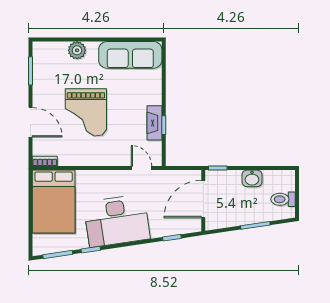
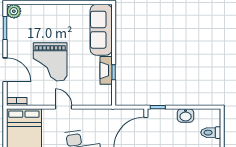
plant: (77, 50) -> (14, 11), moved
sofa: (130, 55) -> (101, 30), moved, turned 90
door: (141, 168) -> (63, 107), moved

